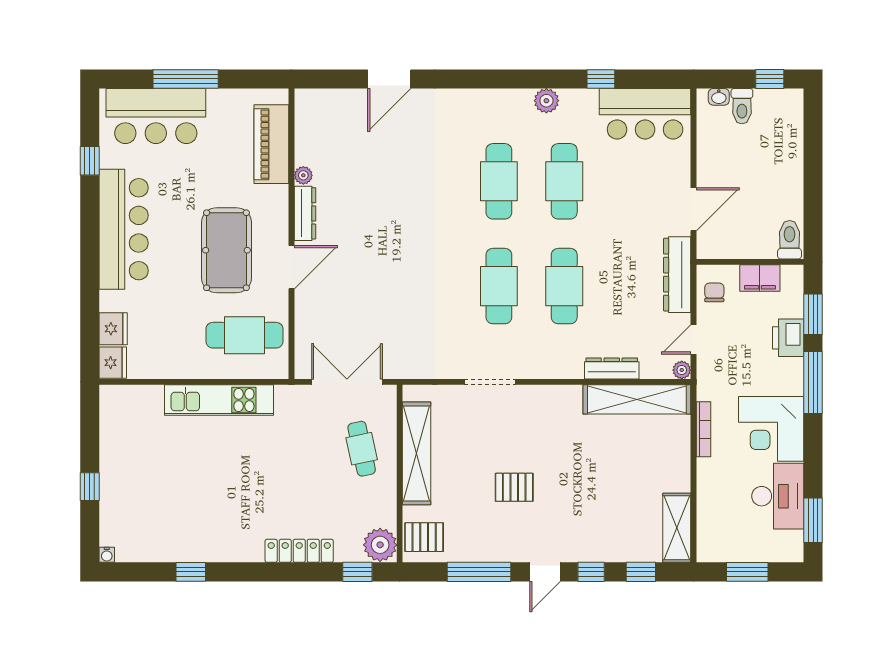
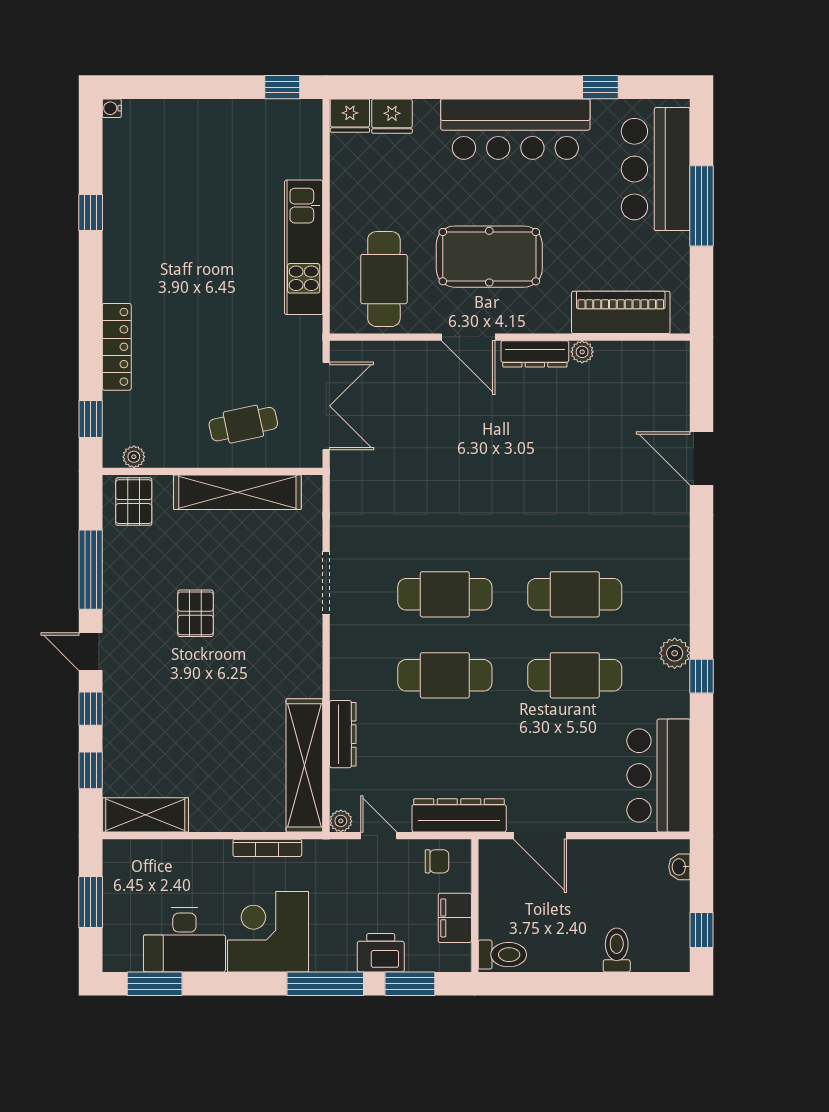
window: (601, 79) -> (702, 676), moved
toilet: (742, 106) -> (617, 950), moved, turned 90
window: (90, 487) -> (282, 87), moved
plant: (380, 545) -> (134, 457), width x0.53, depth x0.53

